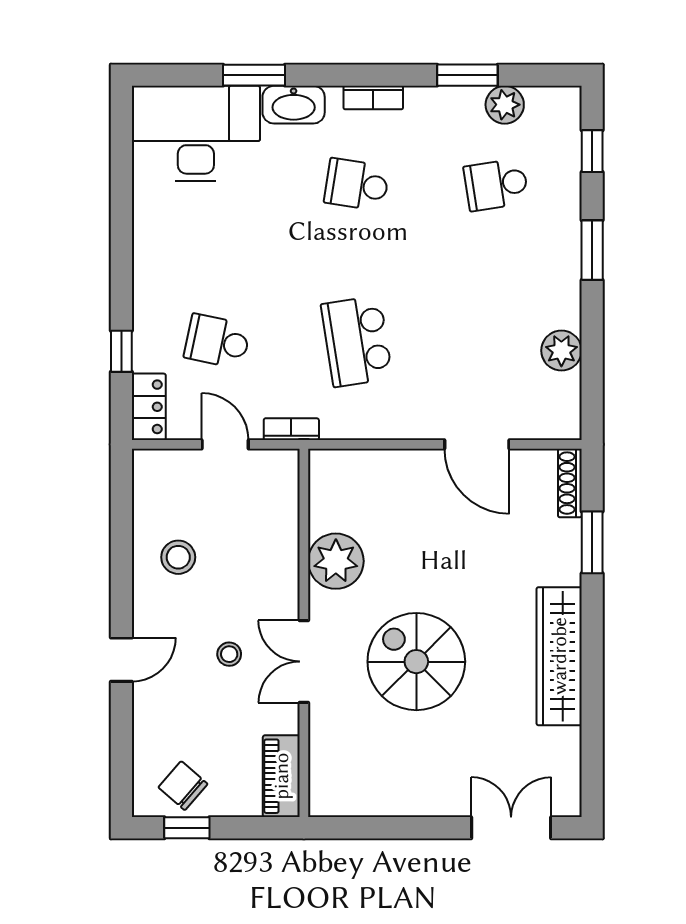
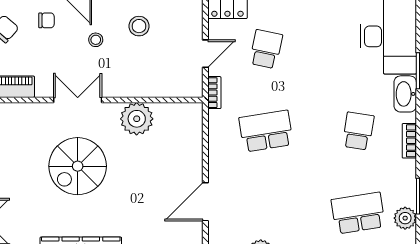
school desk: (496, 185) -> (358, 213), width x1.85
stool: (229, 654) -> (96, 40), moved
spiral stairs: (416, 662) -> (78, 166), turned 180
chair: (168, 715) -> (46, 20), added

